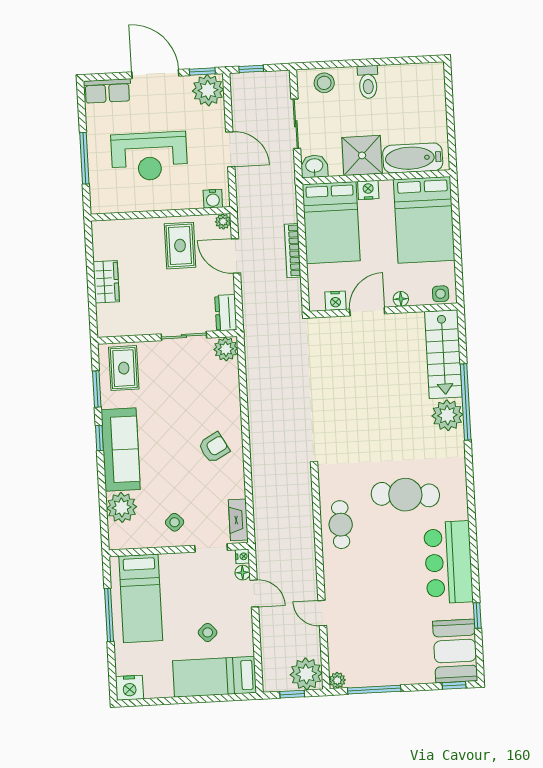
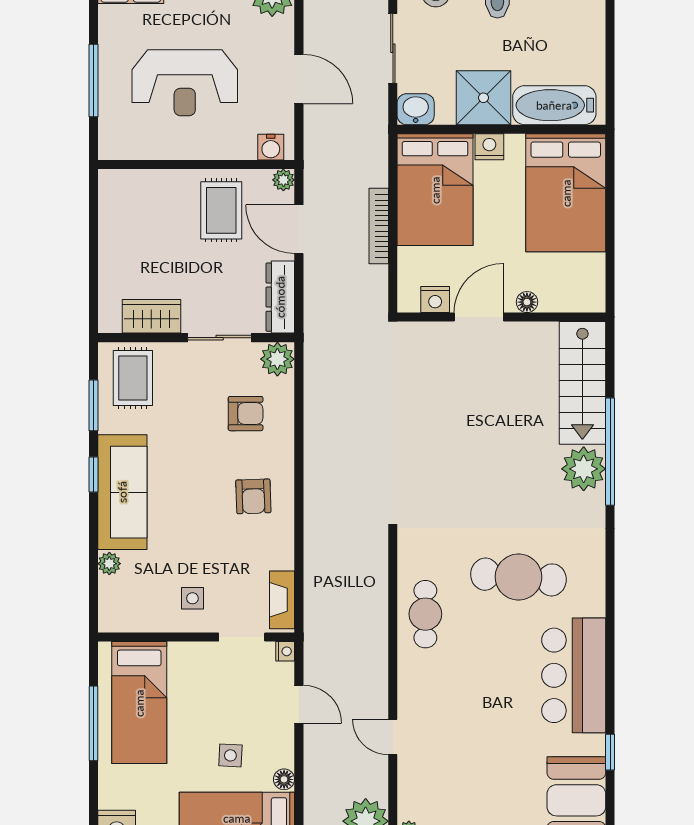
wardrobe: (106, 282) -> (151, 316), moved, turned -90
side table: (441, 294) -> (583, 298), removed
dresser: (226, 313) -> (280, 297), width x1.44
armchair: (205, 389) -> (246, 414), added
armchair: (214, 448) -> (253, 496), turned 117
plant: (122, 507) -> (109, 564), width x0.53, depth x0.53
side table: (175, 522) -> (192, 598), turned 45
floor lamp: (243, 573) -> (284, 779), moved
side table: (208, 632) -> (230, 755), turned 45

